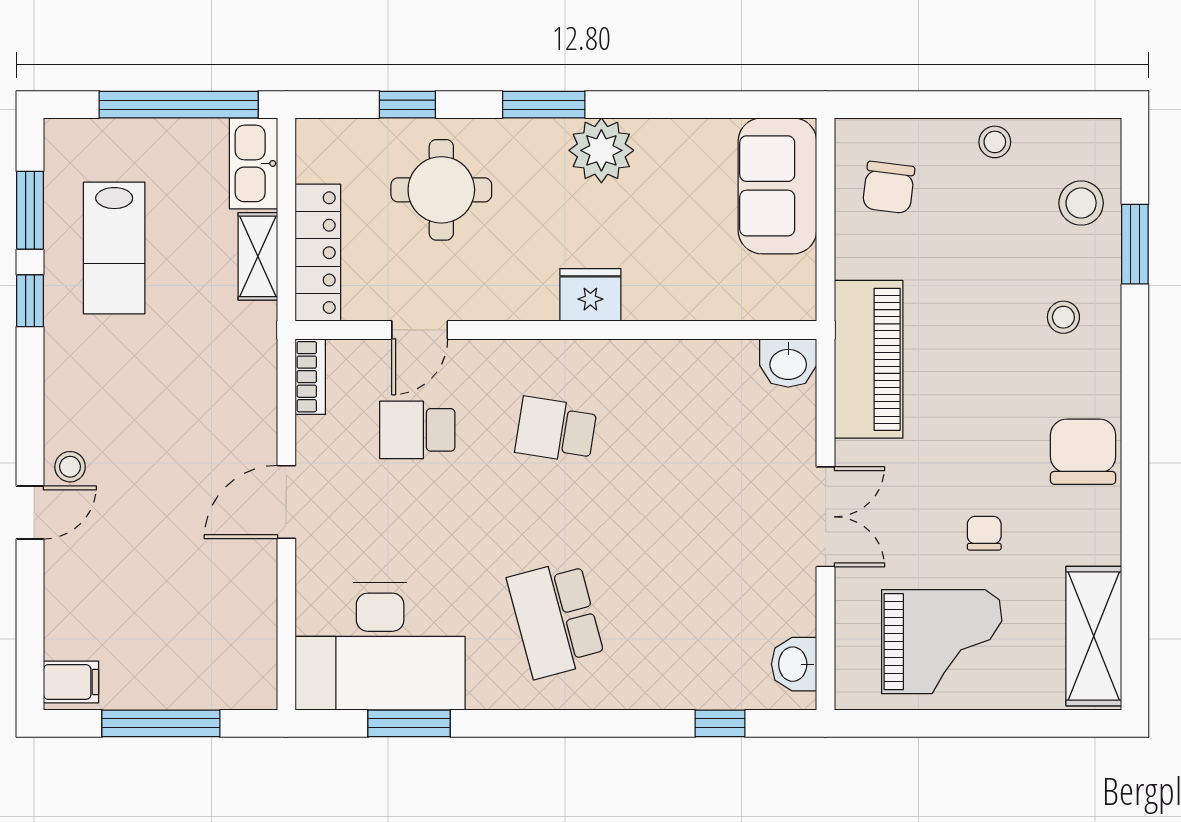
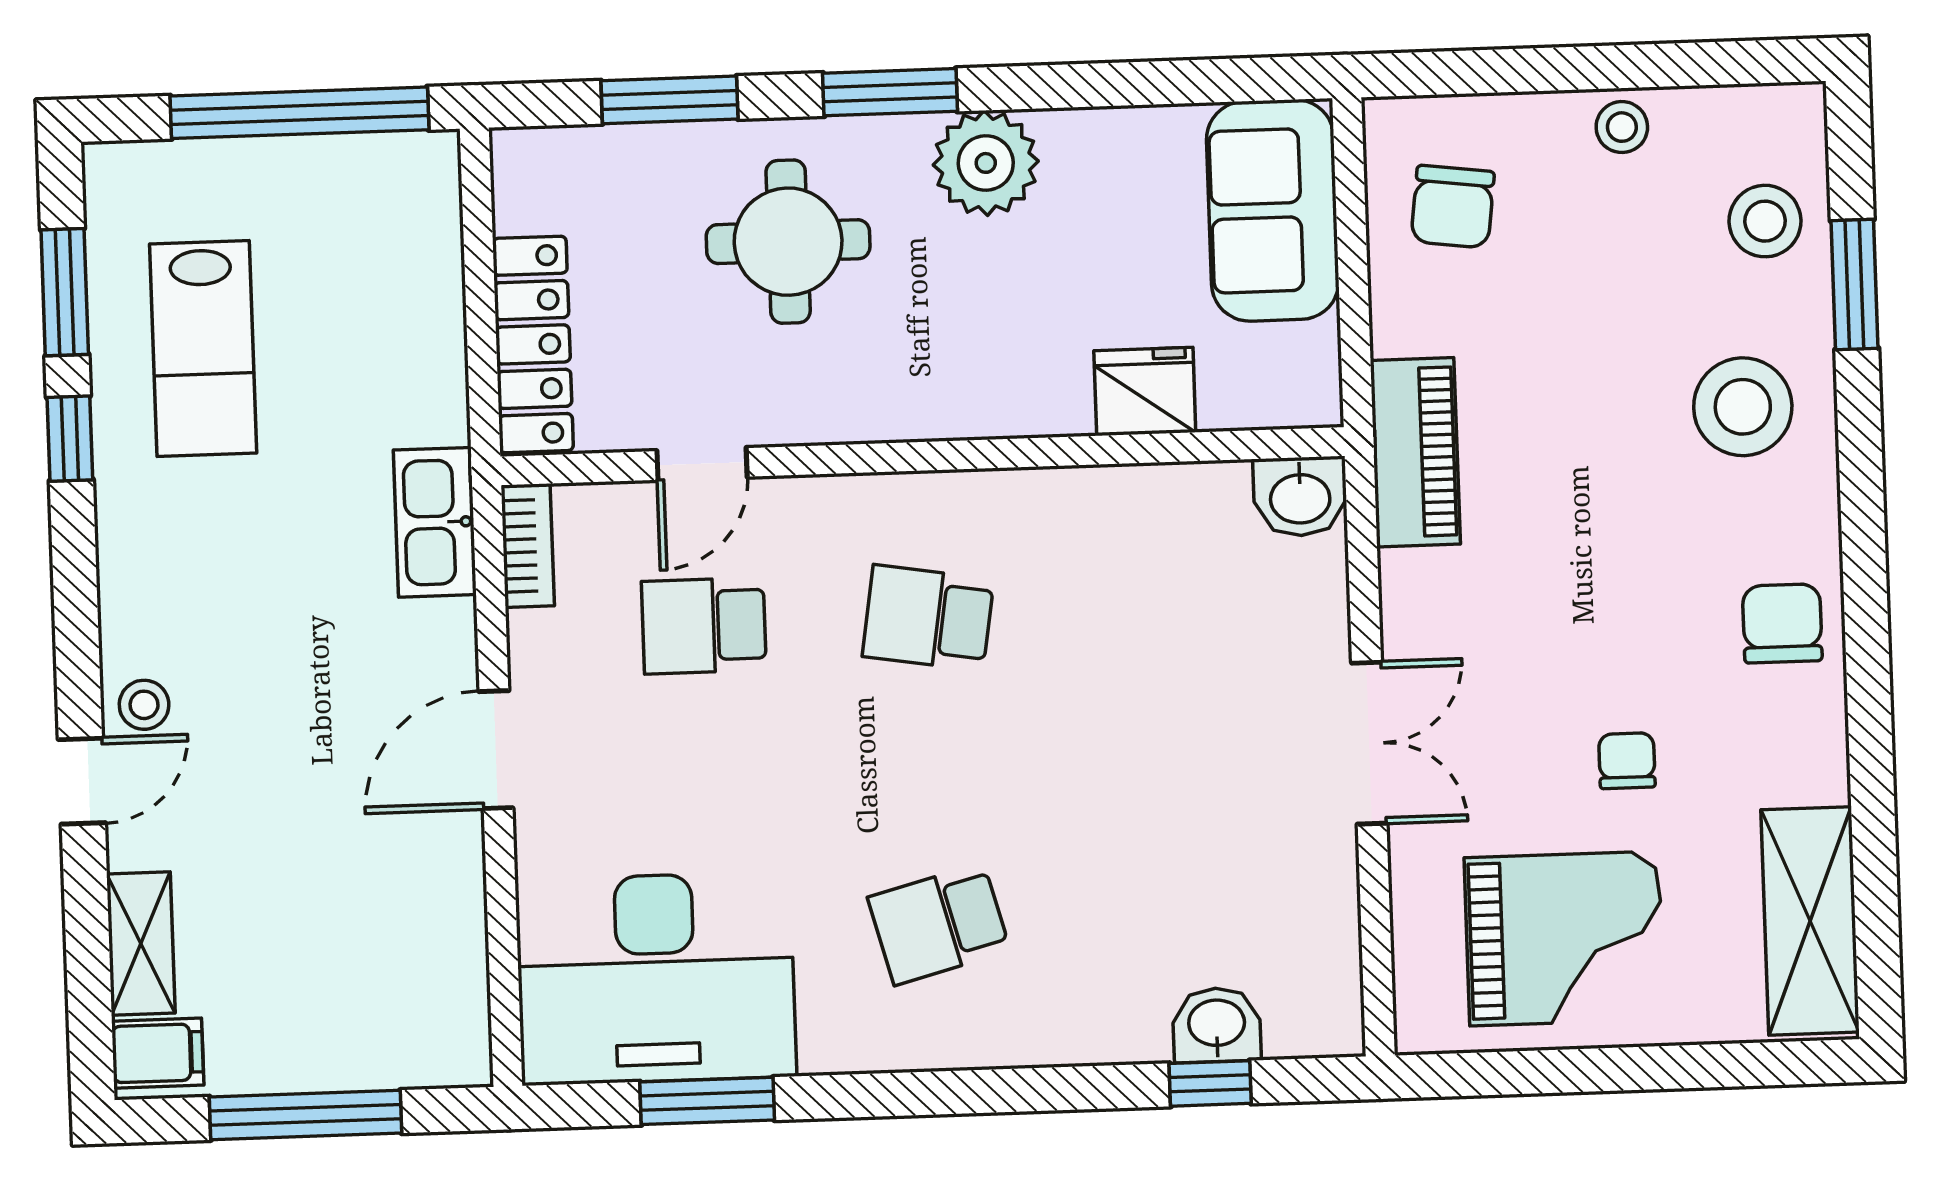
window: (407, 105) -> (670, 100), width x1.50
kitchen sink: (253, 163) -> (435, 522), moved
round table: (441, 190) -> (788, 242), moved
shelving: (258, 256) -> (141, 943), moved
fridge: (590, 295) -> (1145, 391), moved
stool: (1063, 317) -> (1743, 407), width x1.89, depth x1.89
piano: (869, 359) -> (1415, 452), width x0.73, depth x0.75
chair: (1083, 452) -> (1782, 623), width x0.73, depth x0.73
school desk: (556, 619) -> (939, 924), width x0.54
washbasin: (794, 664) -> (1217, 1025), moved, turned 90

